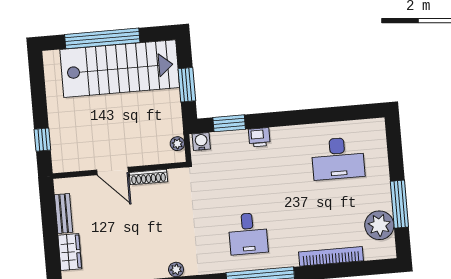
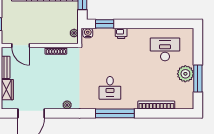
desk: (338, 158) -> (165, 49), turned 180
door: (112, 171) -> (21, 45), moved
plant: (379, 225) -> (185, 74), moved

